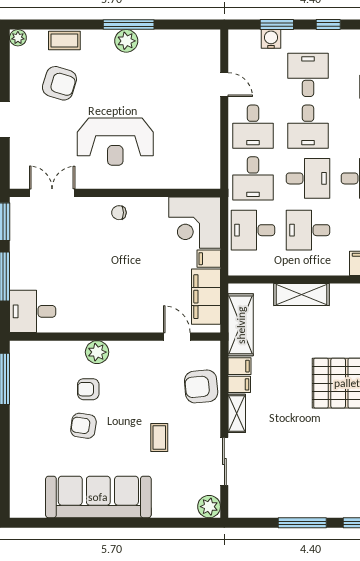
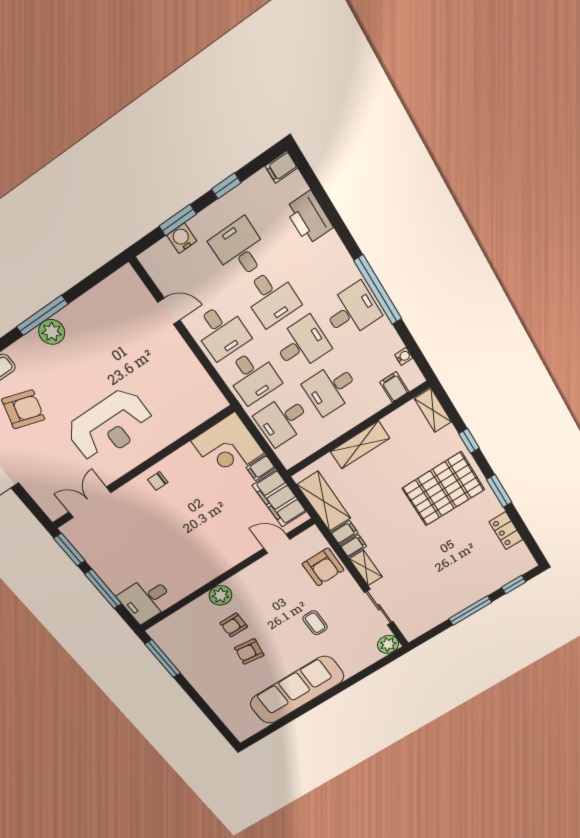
armchair: (201, 386) -> (323, 567), turned -85

